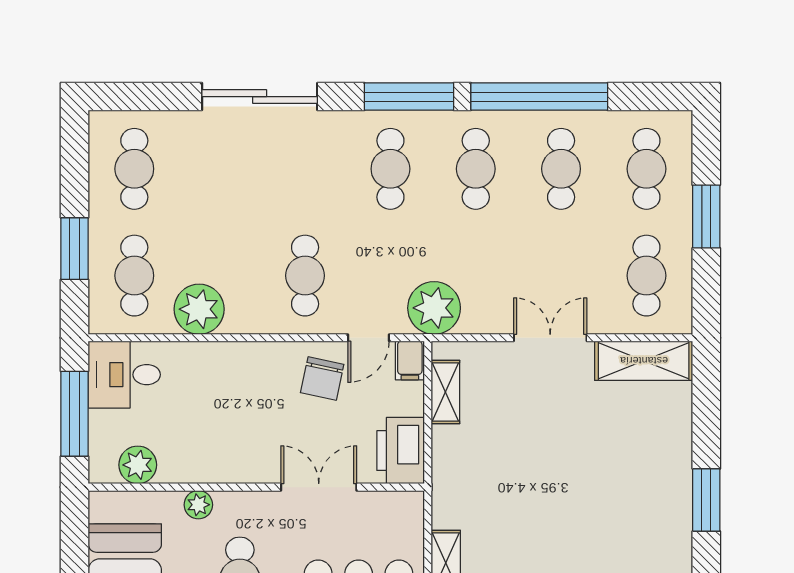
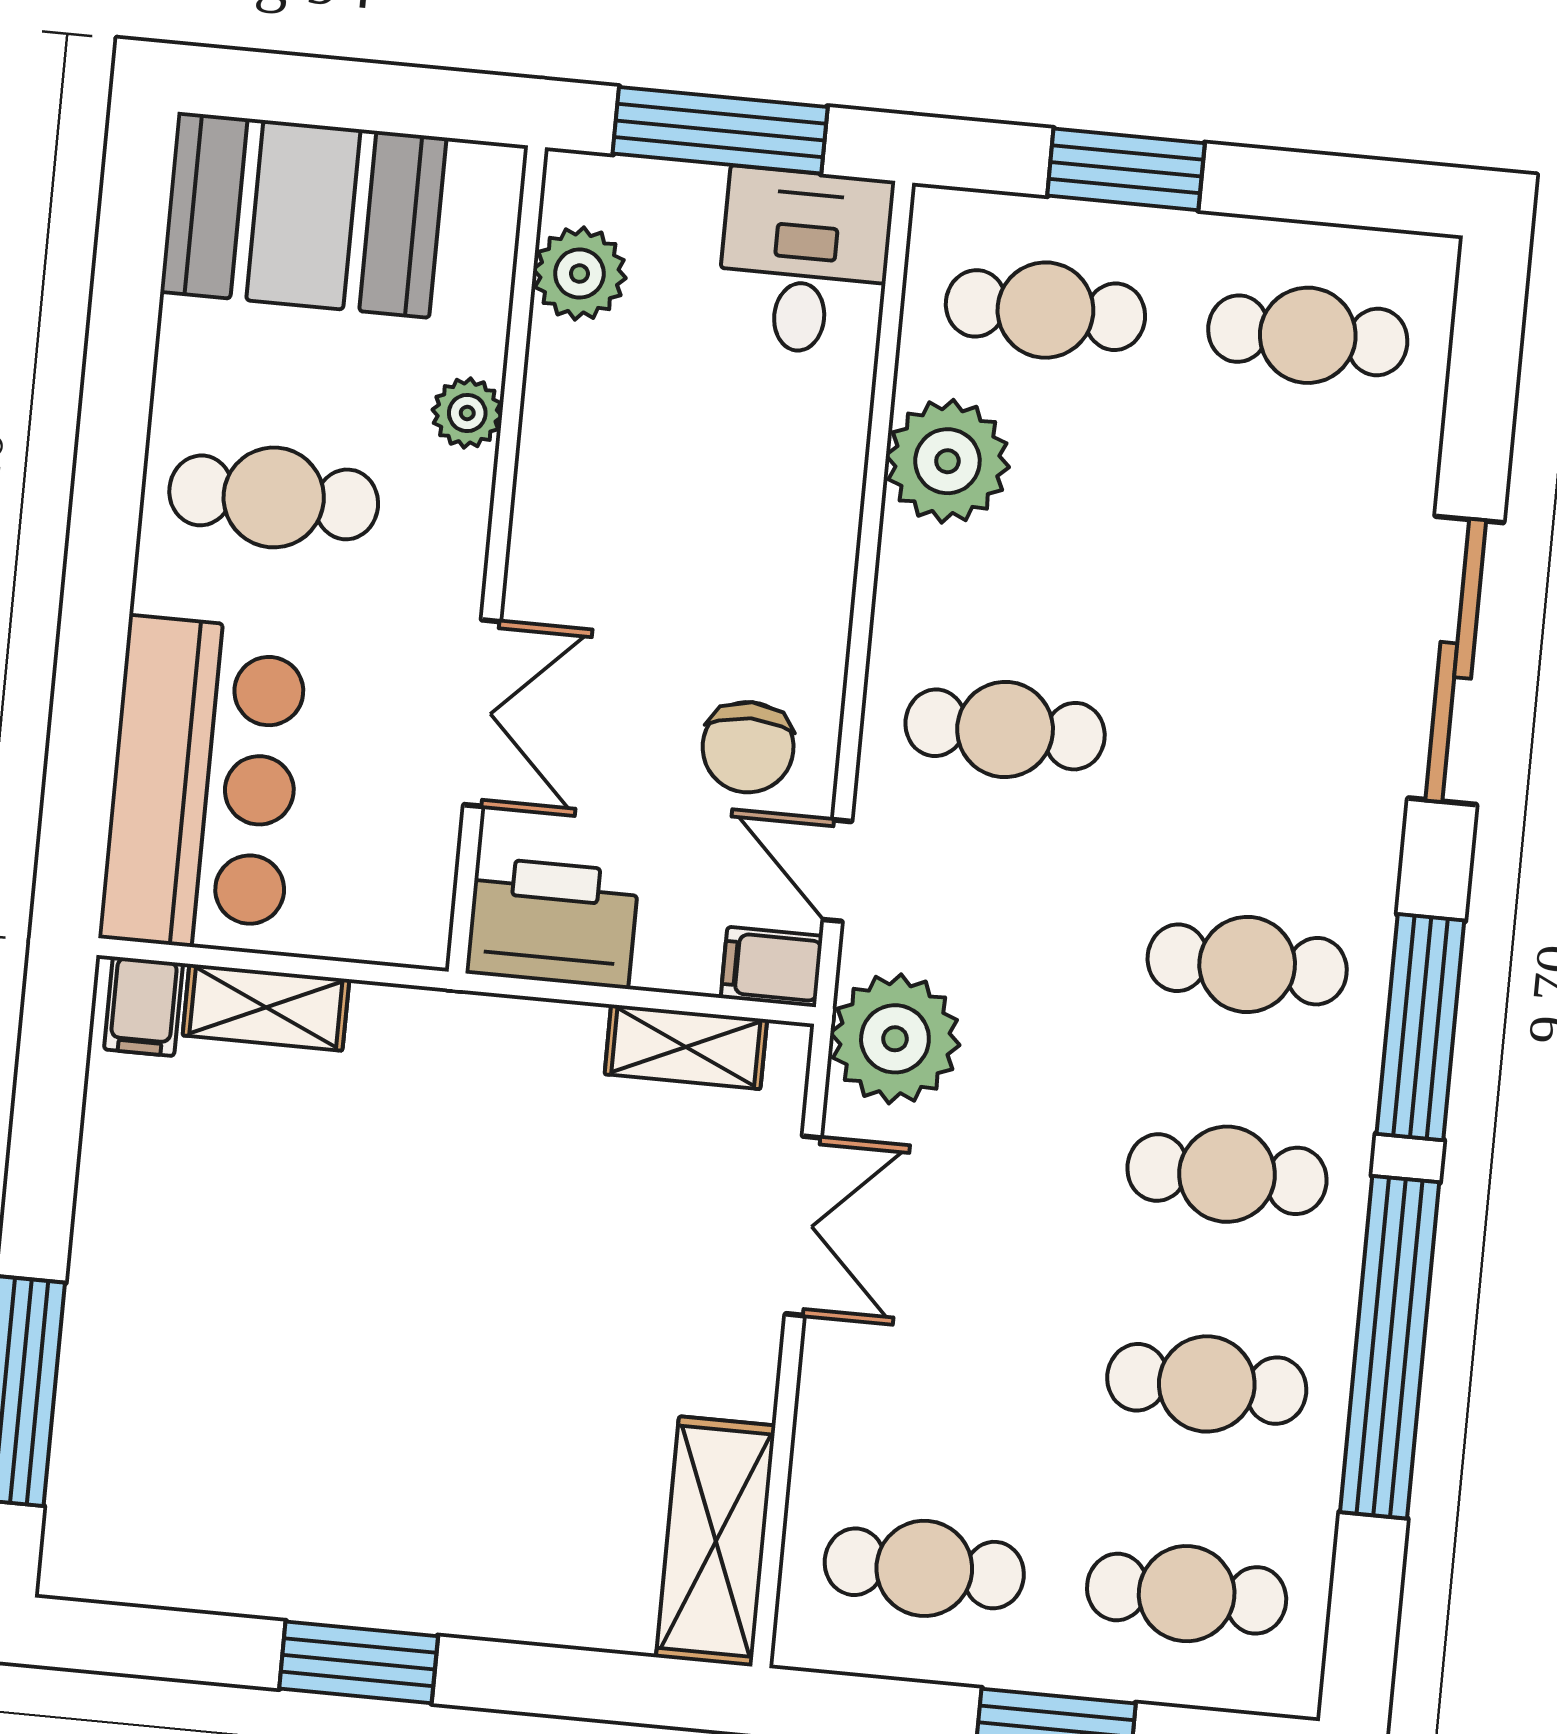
double door: (550, 338) -> (803, 1226), moved
chair: (322, 379) -> (748, 747), turned -102

